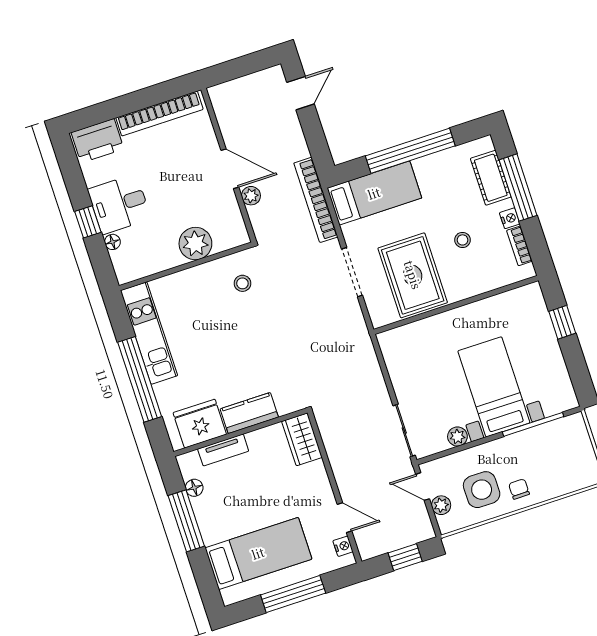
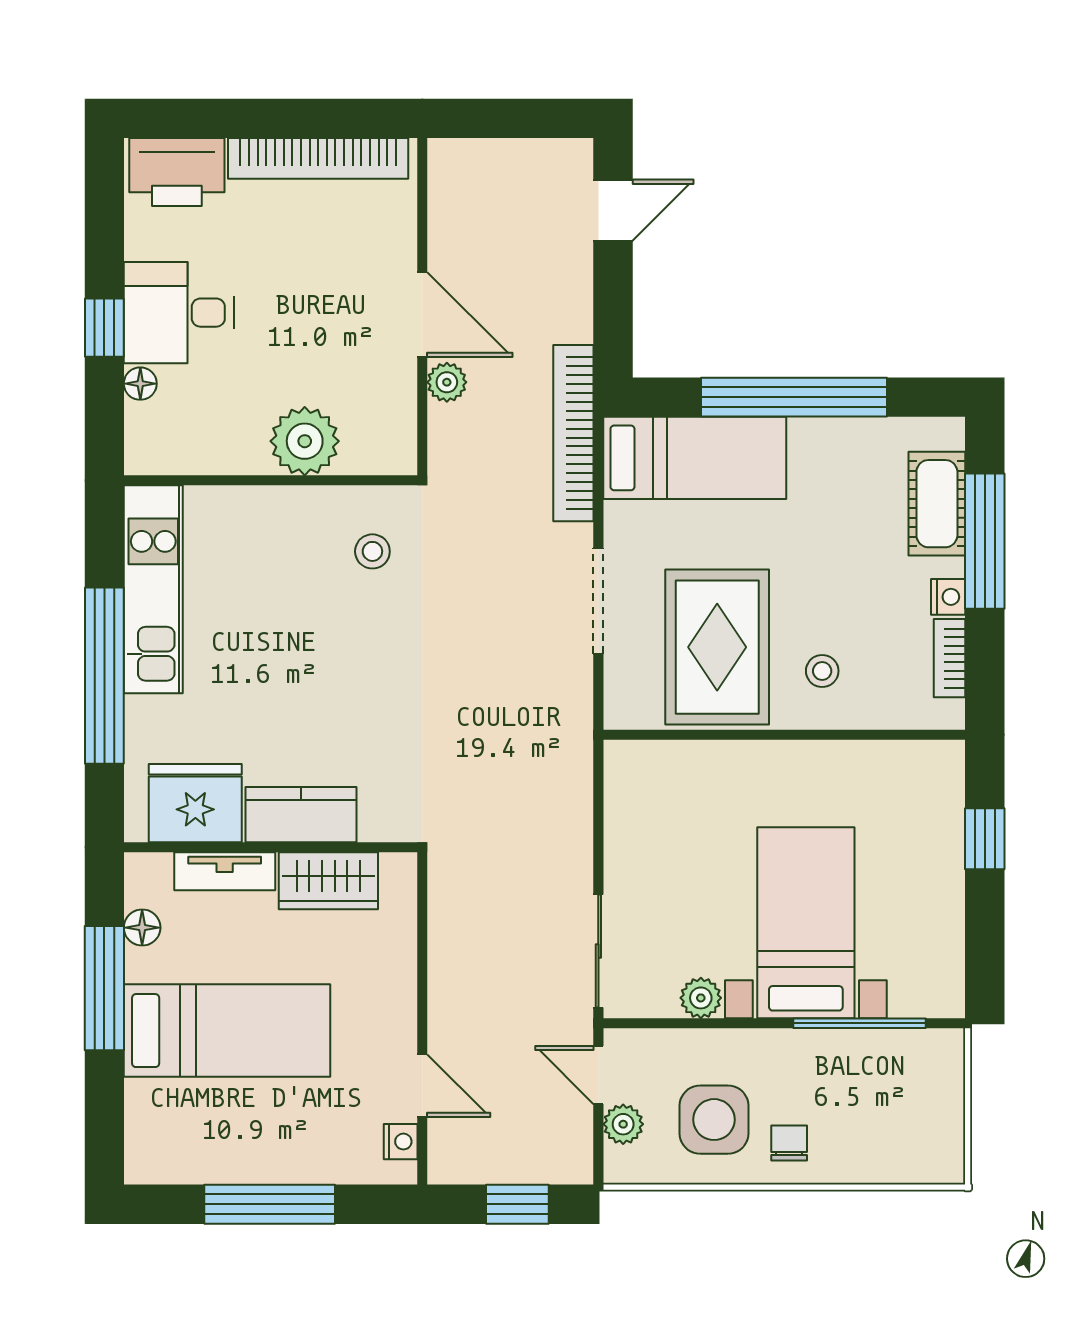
stool: (462, 240) -> (822, 671), moved
wardrobe: (302, 439) -> (328, 881), moved, turned -90
bed: (258, 553) -> (227, 1031), moved

